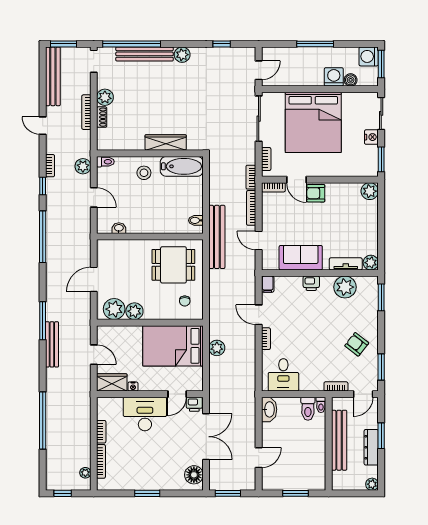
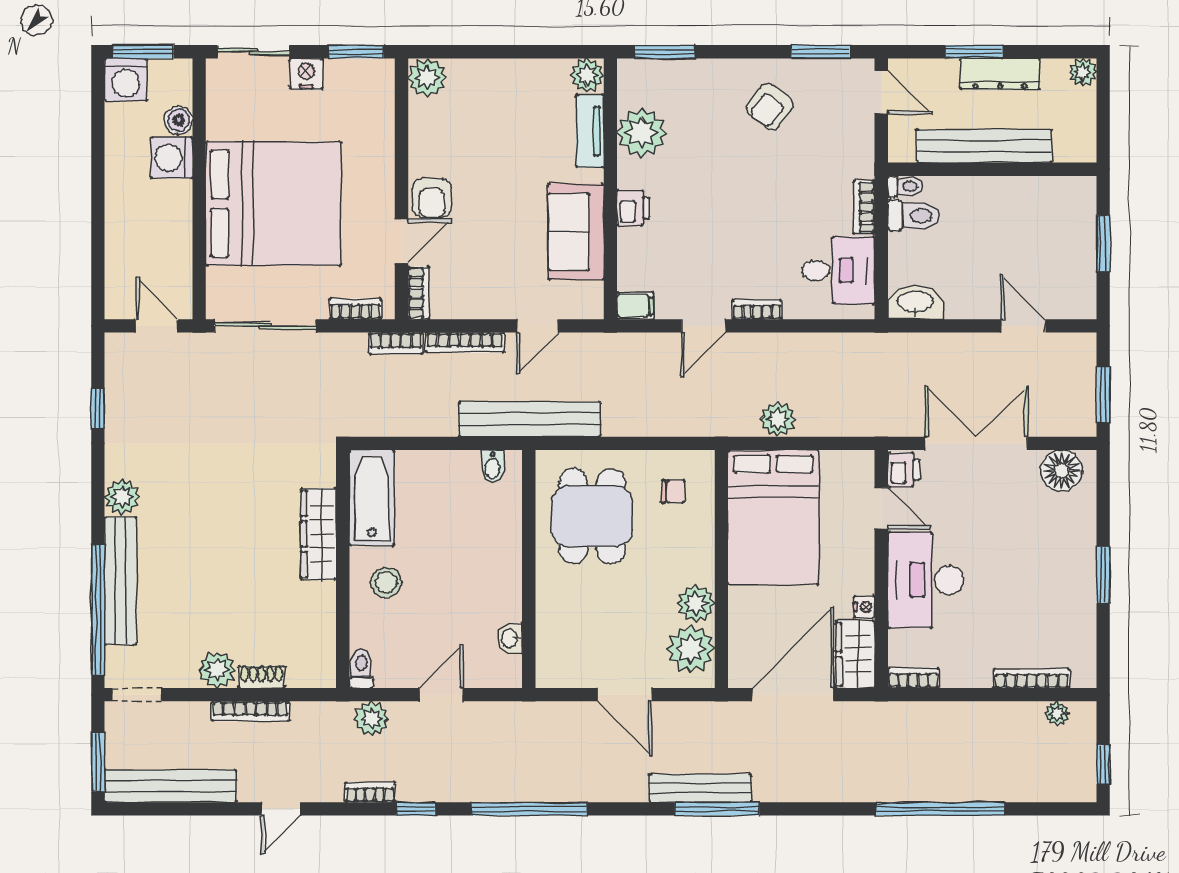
window: (315, 44) -> (98, 199), removed
bench: (52, 344) -> (700, 788), moved
door: (94, 355) -> (793, 695), width x1.88
bookcase: (336, 386) -> (864, 207), moved
bookcase: (101, 432) -> (913, 678), moved

